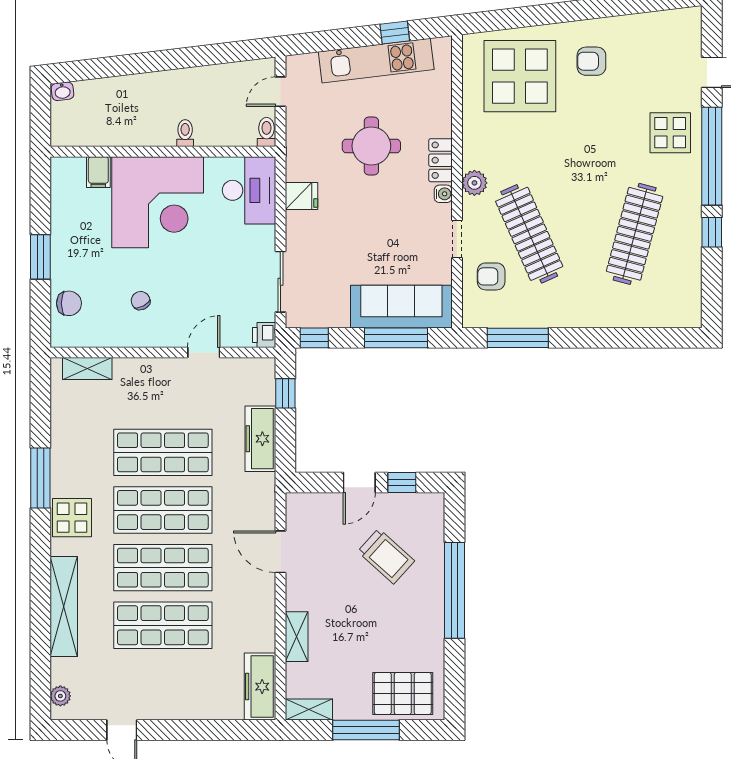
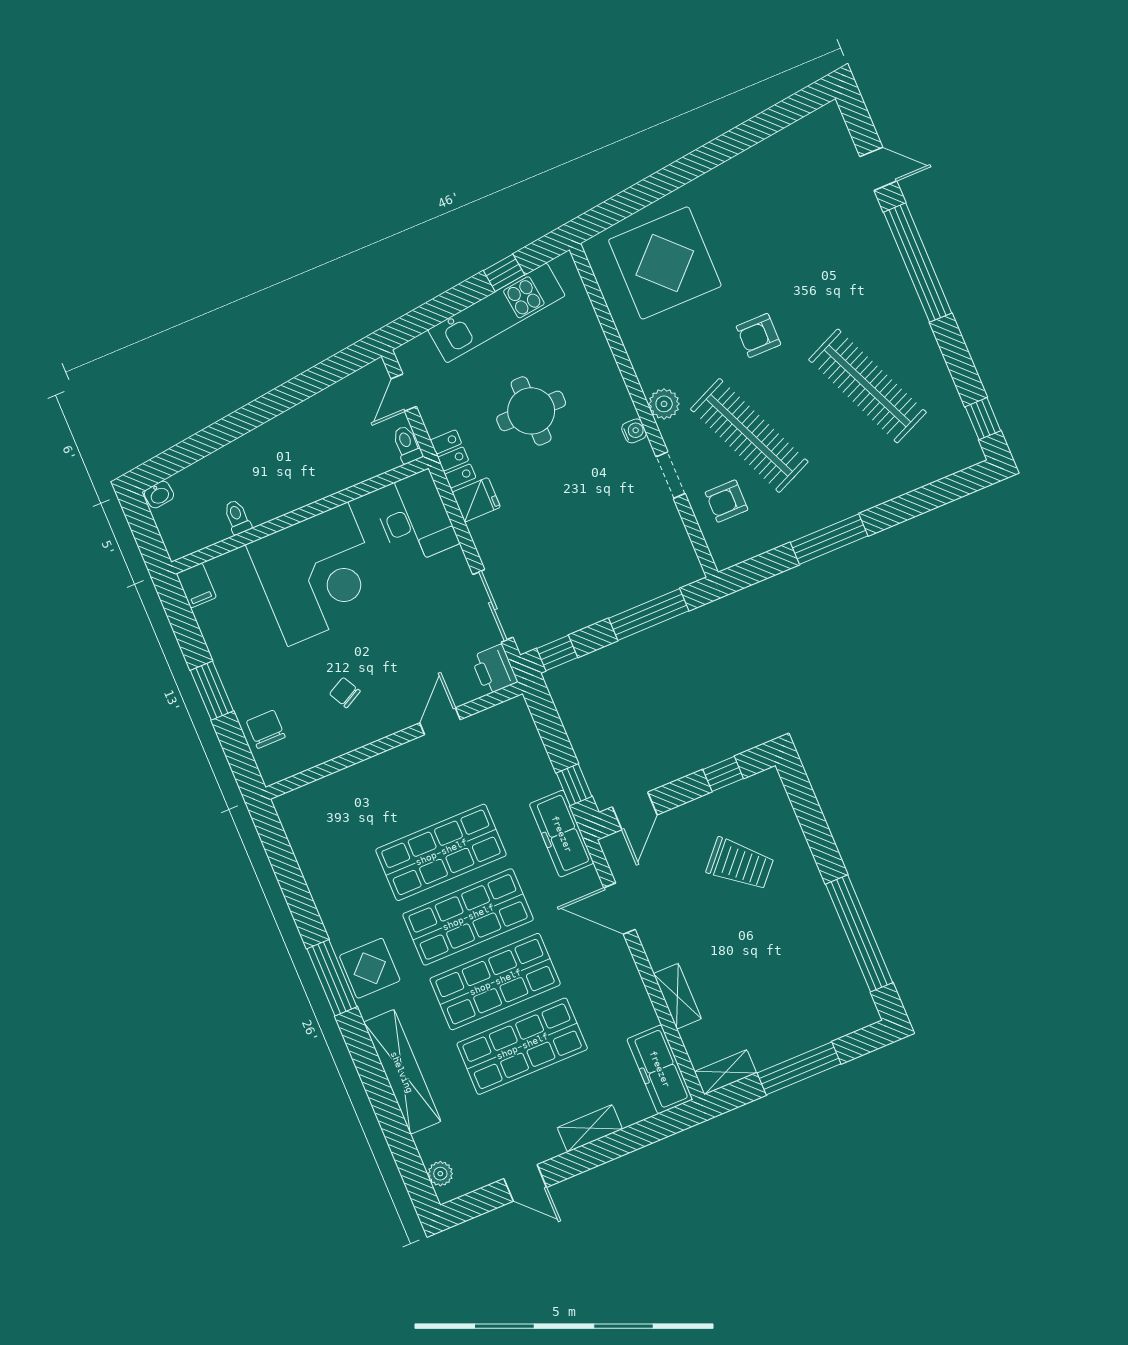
armchair: (591, 61) -> (758, 335), moved
toilet: (185, 133) -> (237, 517), moved
display table: (670, 133) -> (860, 256), removed
locker: (440, 160) -> (453, 459), moved, turned 180
filing cabinet: (98, 172) -> (196, 585), moved
window: (712, 232) -> (983, 419), moved
clothes rail: (635, 234) -> (867, 386), turned -39
chair: (69, 303) -> (266, 729), turned -90
sofa: (401, 307) -> (640, 577), removed
printer: (264, 335) -> (494, 669), width x1.36, depth x1.24
window: (518, 338) -> (829, 539), moved
shelving: (87, 369) -> (590, 1128), moved
window: (285, 393) -> (574, 785), moved
freezer: (260, 439) -> (562, 834), moved
window: (40, 478) -> (332, 978), moved
door: (359, 482) -> (635, 811), moved
window: (454, 590) -> (859, 933), moved
pallet: (403, 694) -> (823, 1010), removed

